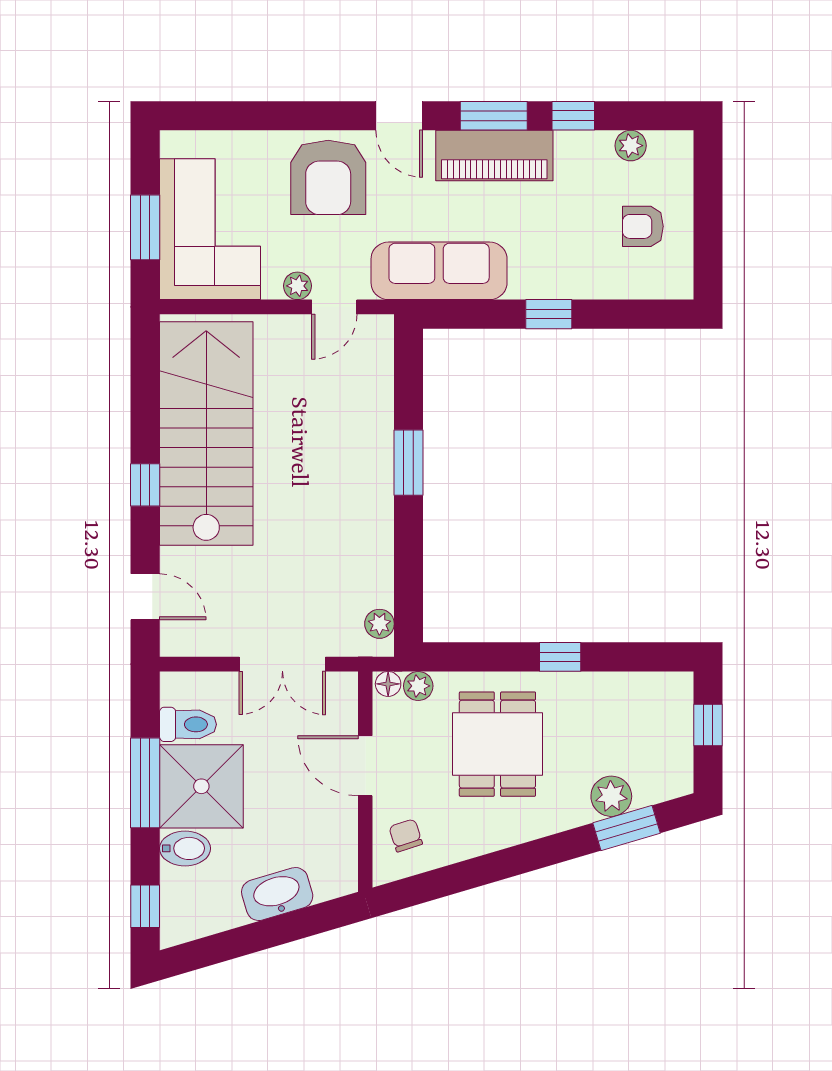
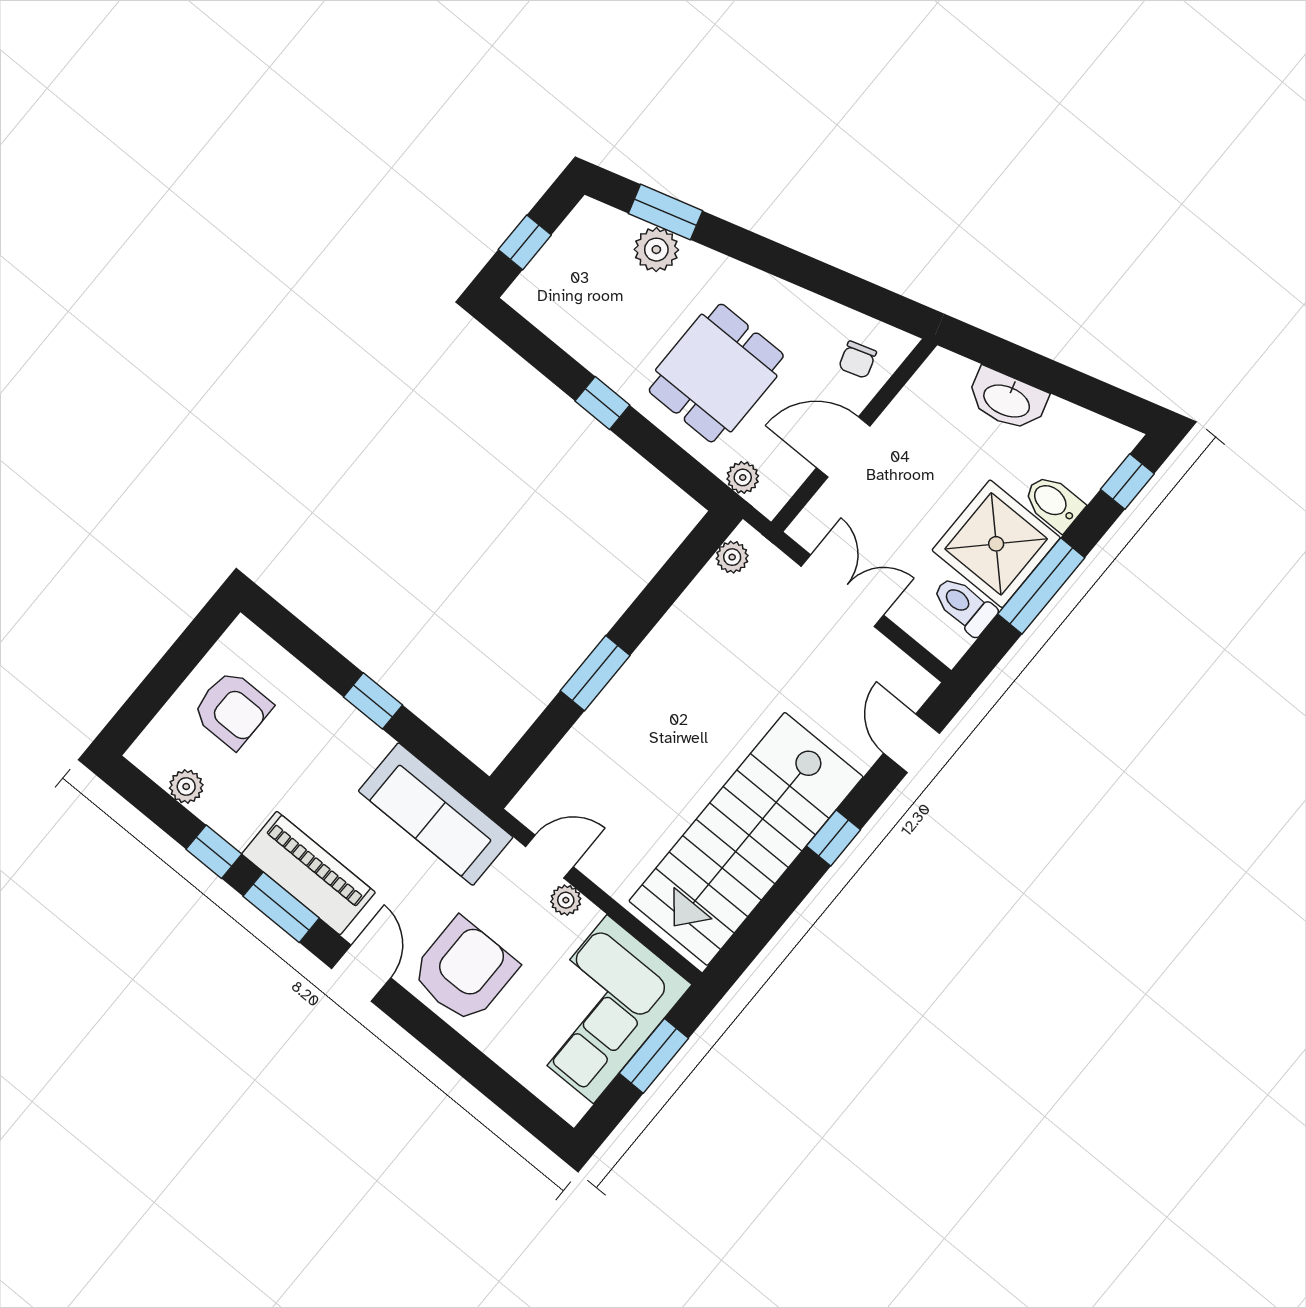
armchair: (643, 226) -> (232, 710), width x1.38, depth x1.38
floor lamp: (388, 684) -> (767, 500), removed
door: (365, 766) -> (843, 447), swing flipped

